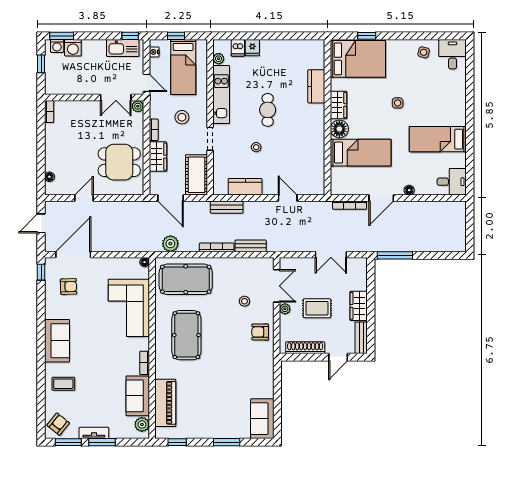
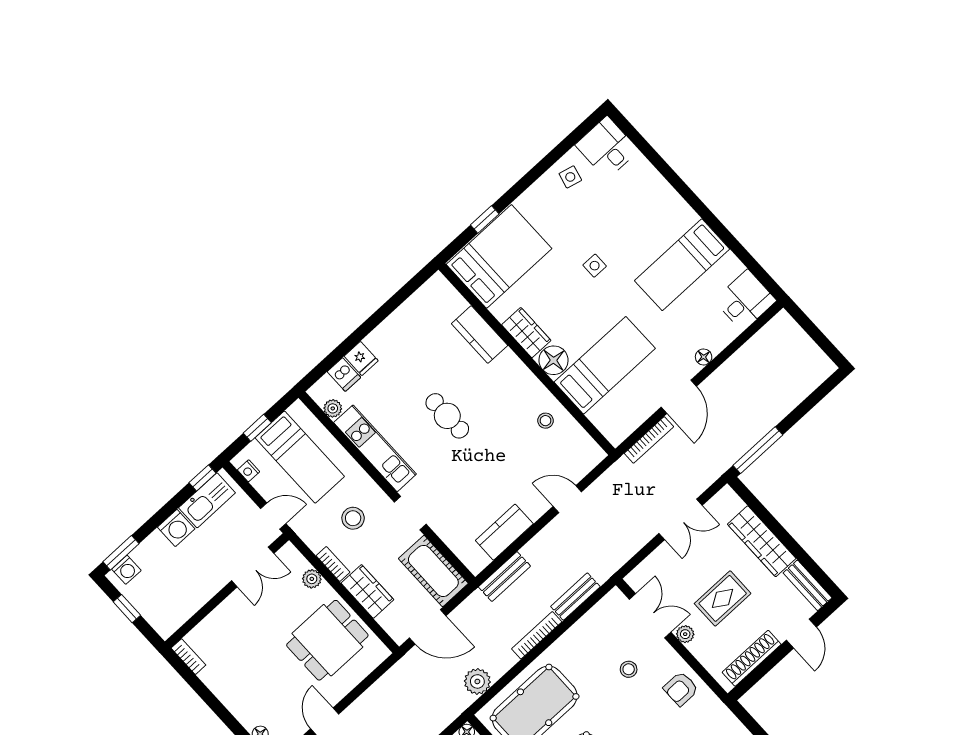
washing machine: (73, 48) -> (176, 528), moved
plant: (138, 106) -> (312, 579), moved
stool: (256, 147) -> (546, 421), moved
wardrobe: (359, 306) -> (762, 541), width x1.50

